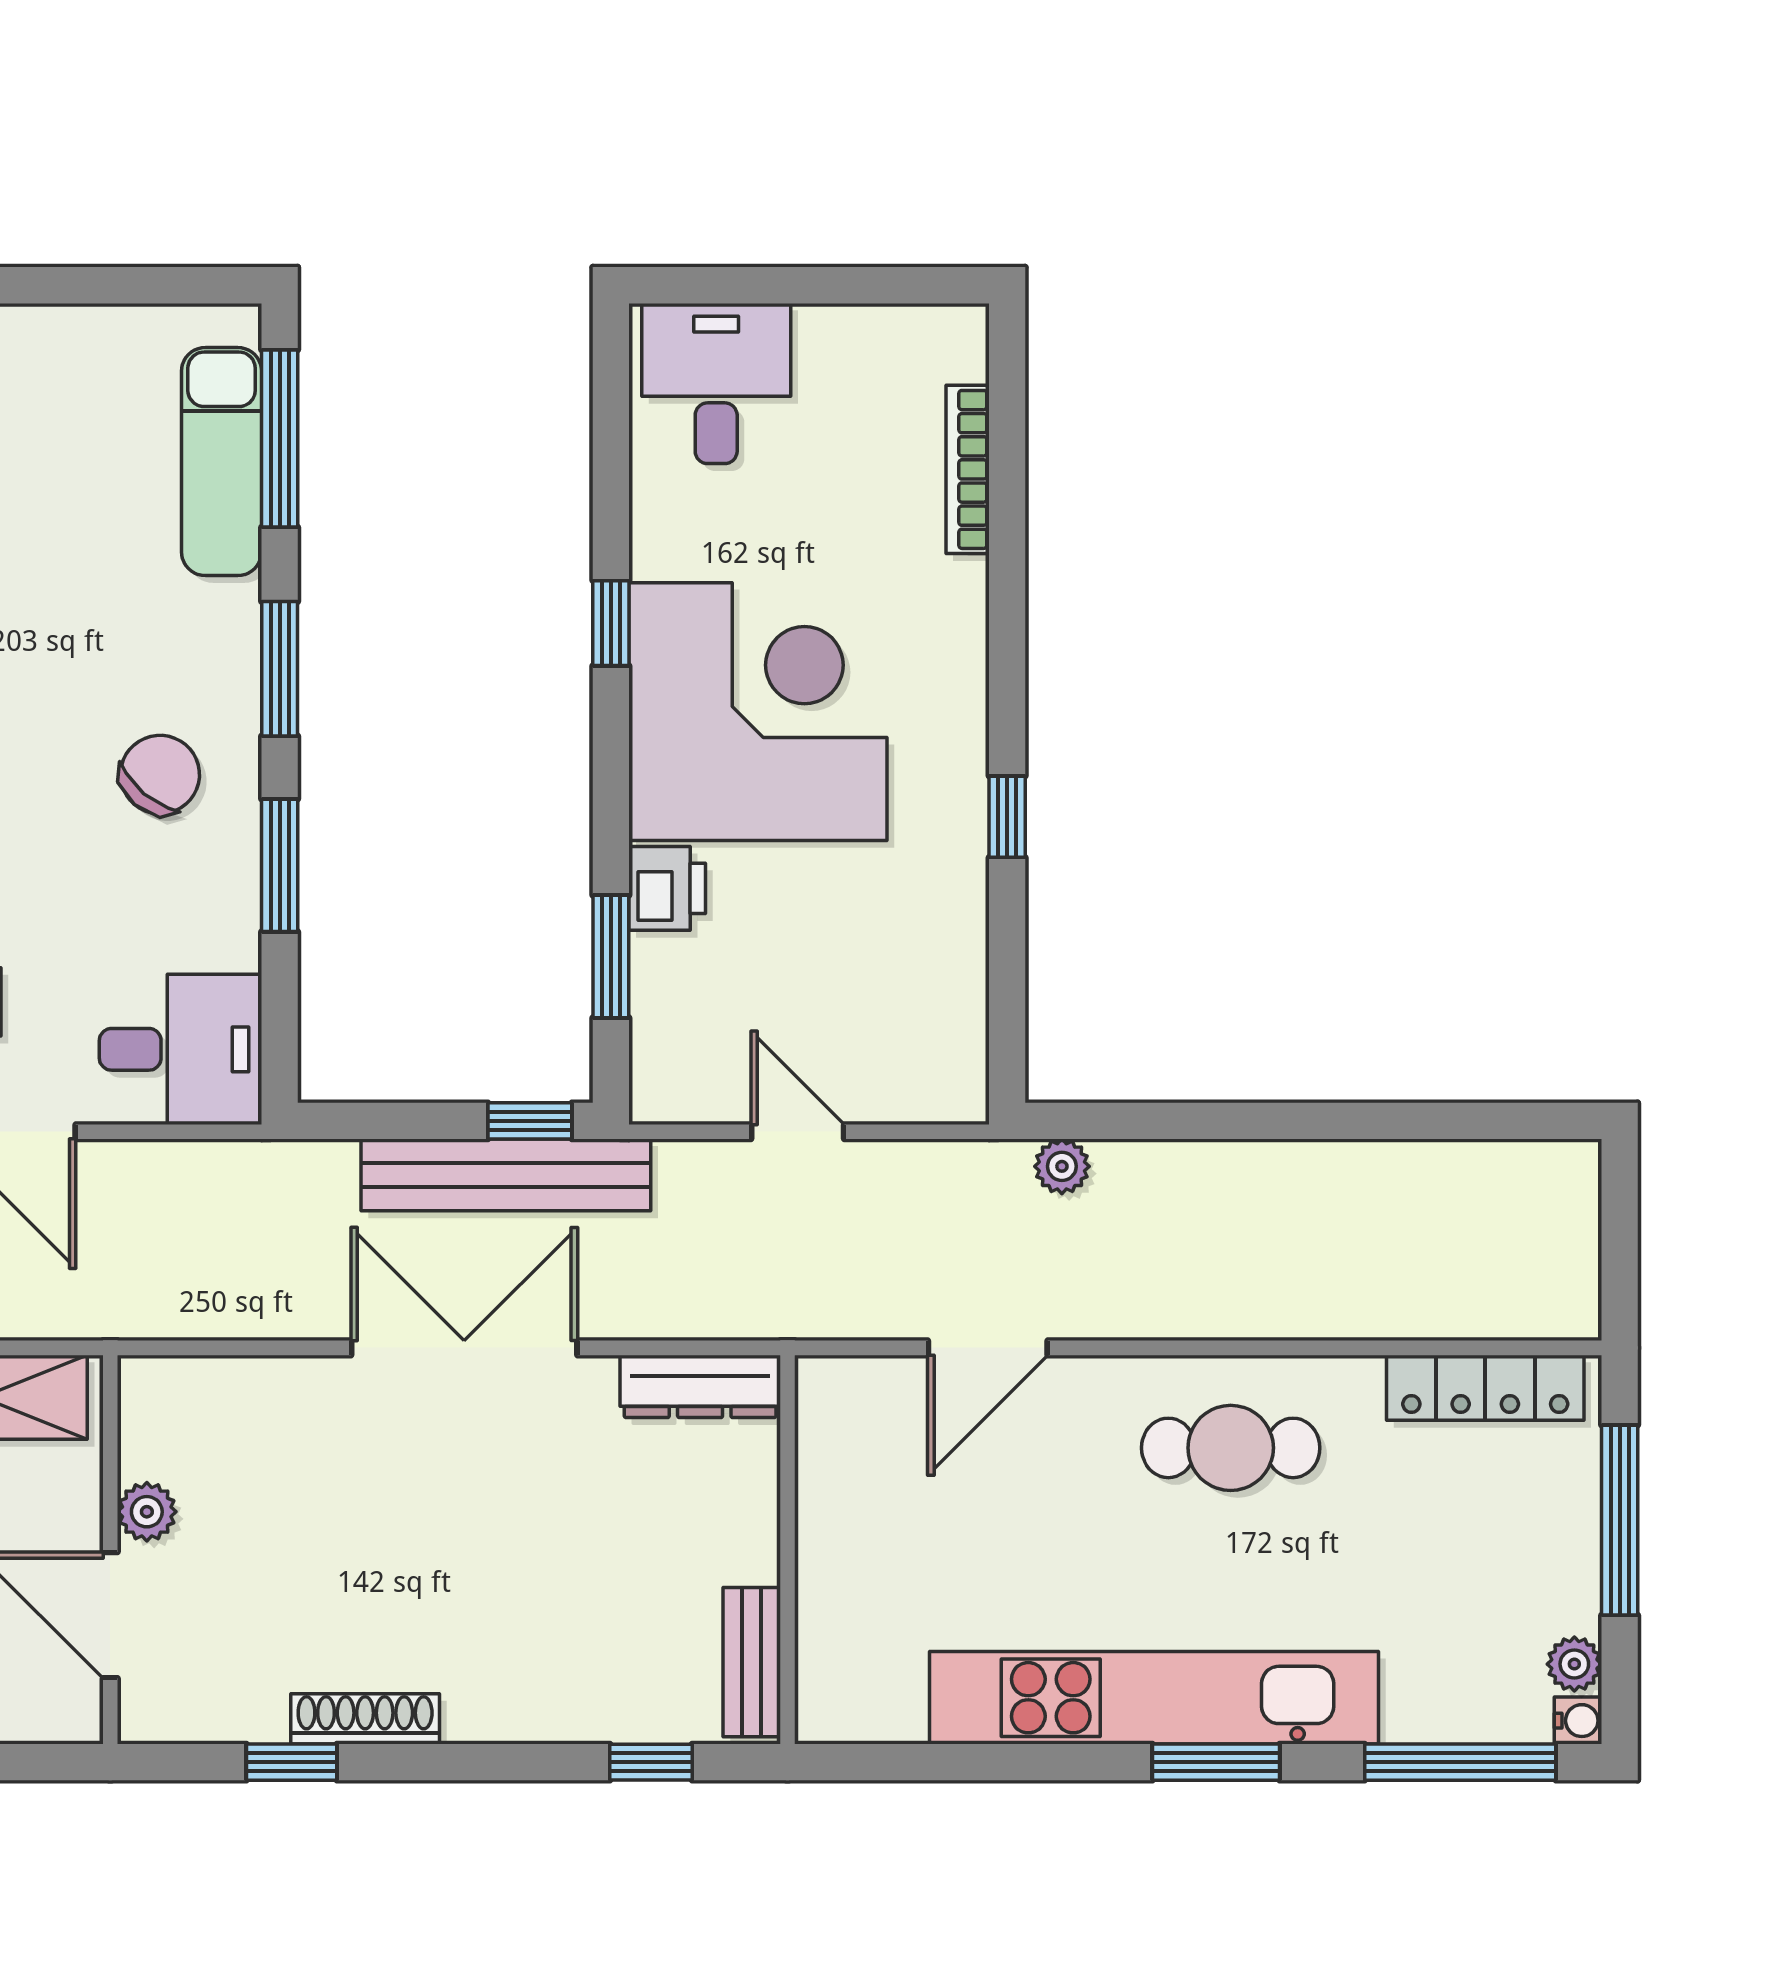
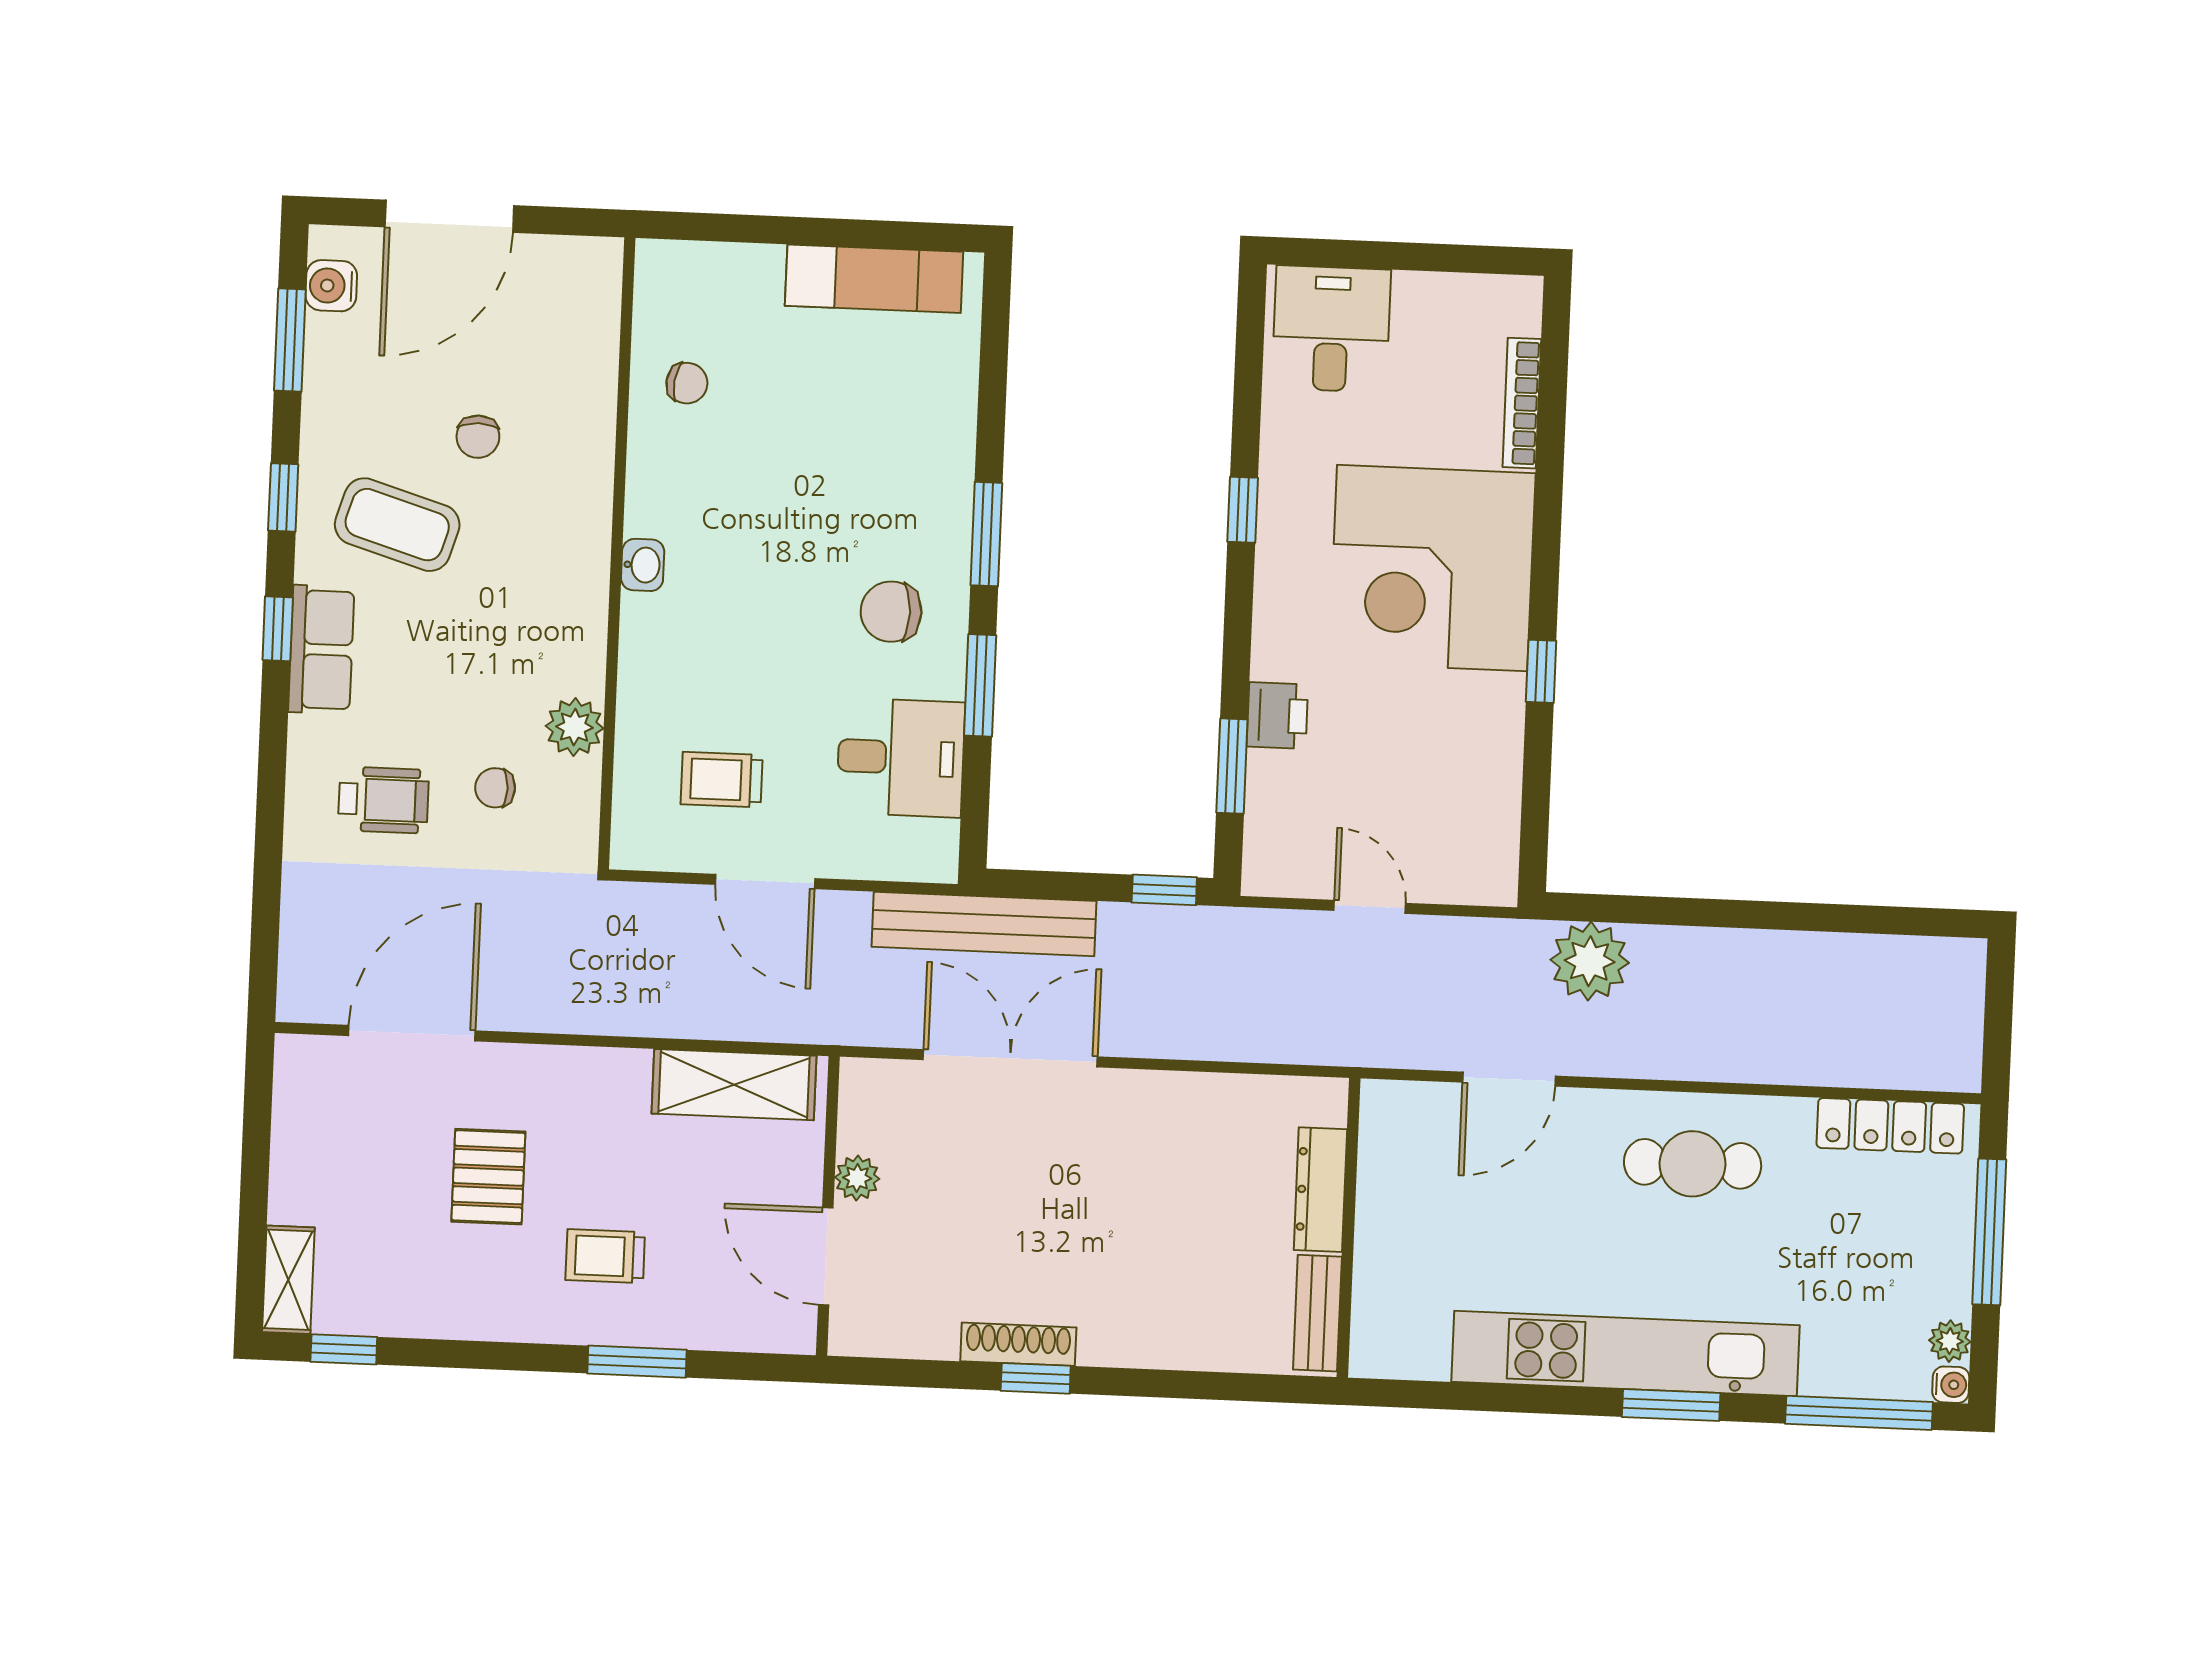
window: (280, 439) -> (994, 357), removed
exam couch: (222, 462) -> (874, 279), moved, turned -90
corner desk: (758, 712) -> (1432, 568), moved, turned 180
chair: (160, 775) -> (891, 612), turned -130
desk: (180, 1049) -> (901, 758), moved
plant: (1062, 1166) -> (1590, 961), width x1.88, depth x1.88
bench: (506, 1175) -> (984, 924), moved
double door: (464, 1348) -> (1010, 1058), moved
dresser: (700, 1386) -> (1320, 1190), moved, turned 90
window: (292, 1762) -> (1036, 1378), moved
window: (651, 1762) -> (1237, 1387), removed

